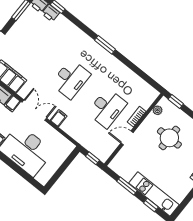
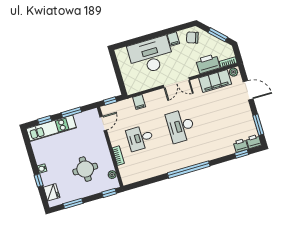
window: (105, 45) -> (189, 170), width x2.11
filing cabinet: (12, 104) -> (193, 70), removed
desk: (107, 108) -> (140, 138), width x0.73
filing cabinet: (59, 118) -> (139, 102), moved
door: (127, 138) -> (103, 124), moved

